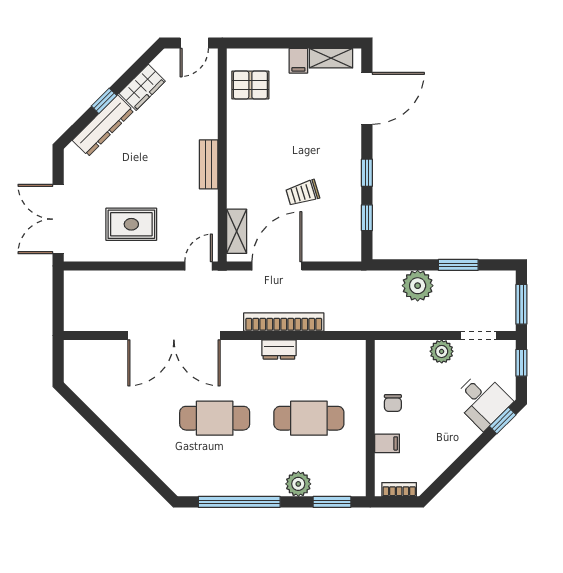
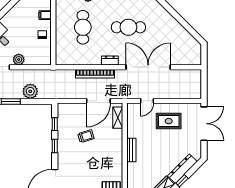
door: (199, 266) -> (147, 101), moved
dresser: (279, 350) -> (110, 60), moved
cafe table: (309, 418) -> (83, 27), turned 90

